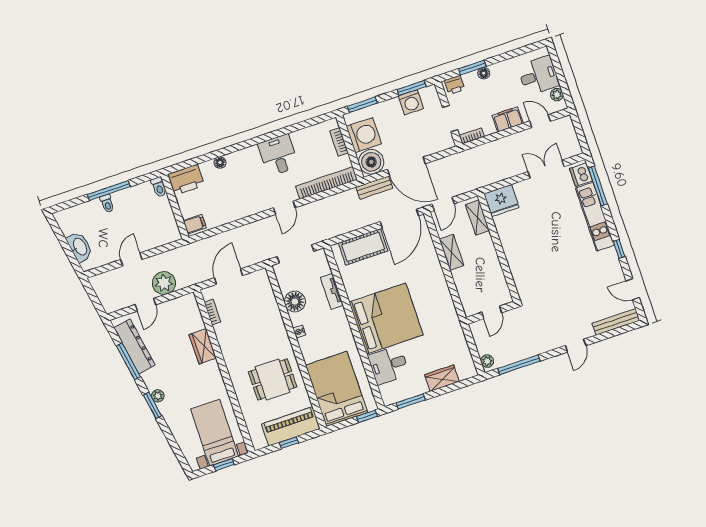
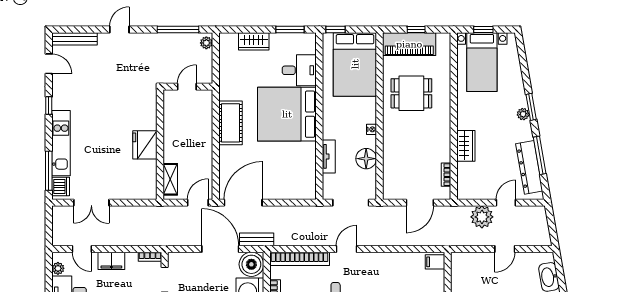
fridge: (501, 201) -> (145, 145), moved, turned -90
cot: (363, 247) -> (230, 123), moved, turned 90
shelving: (452, 252) -> (205, 155), removed

